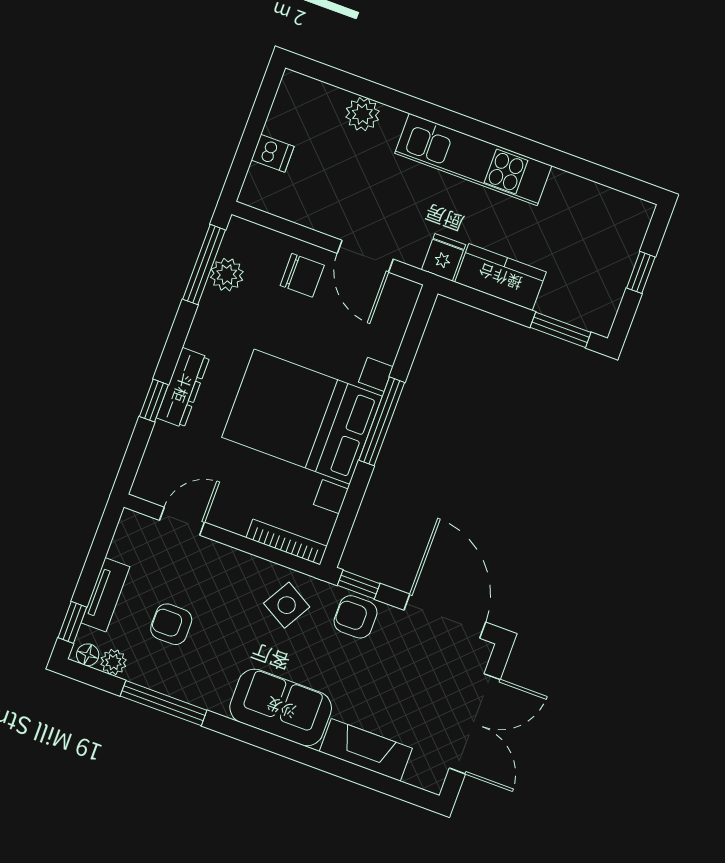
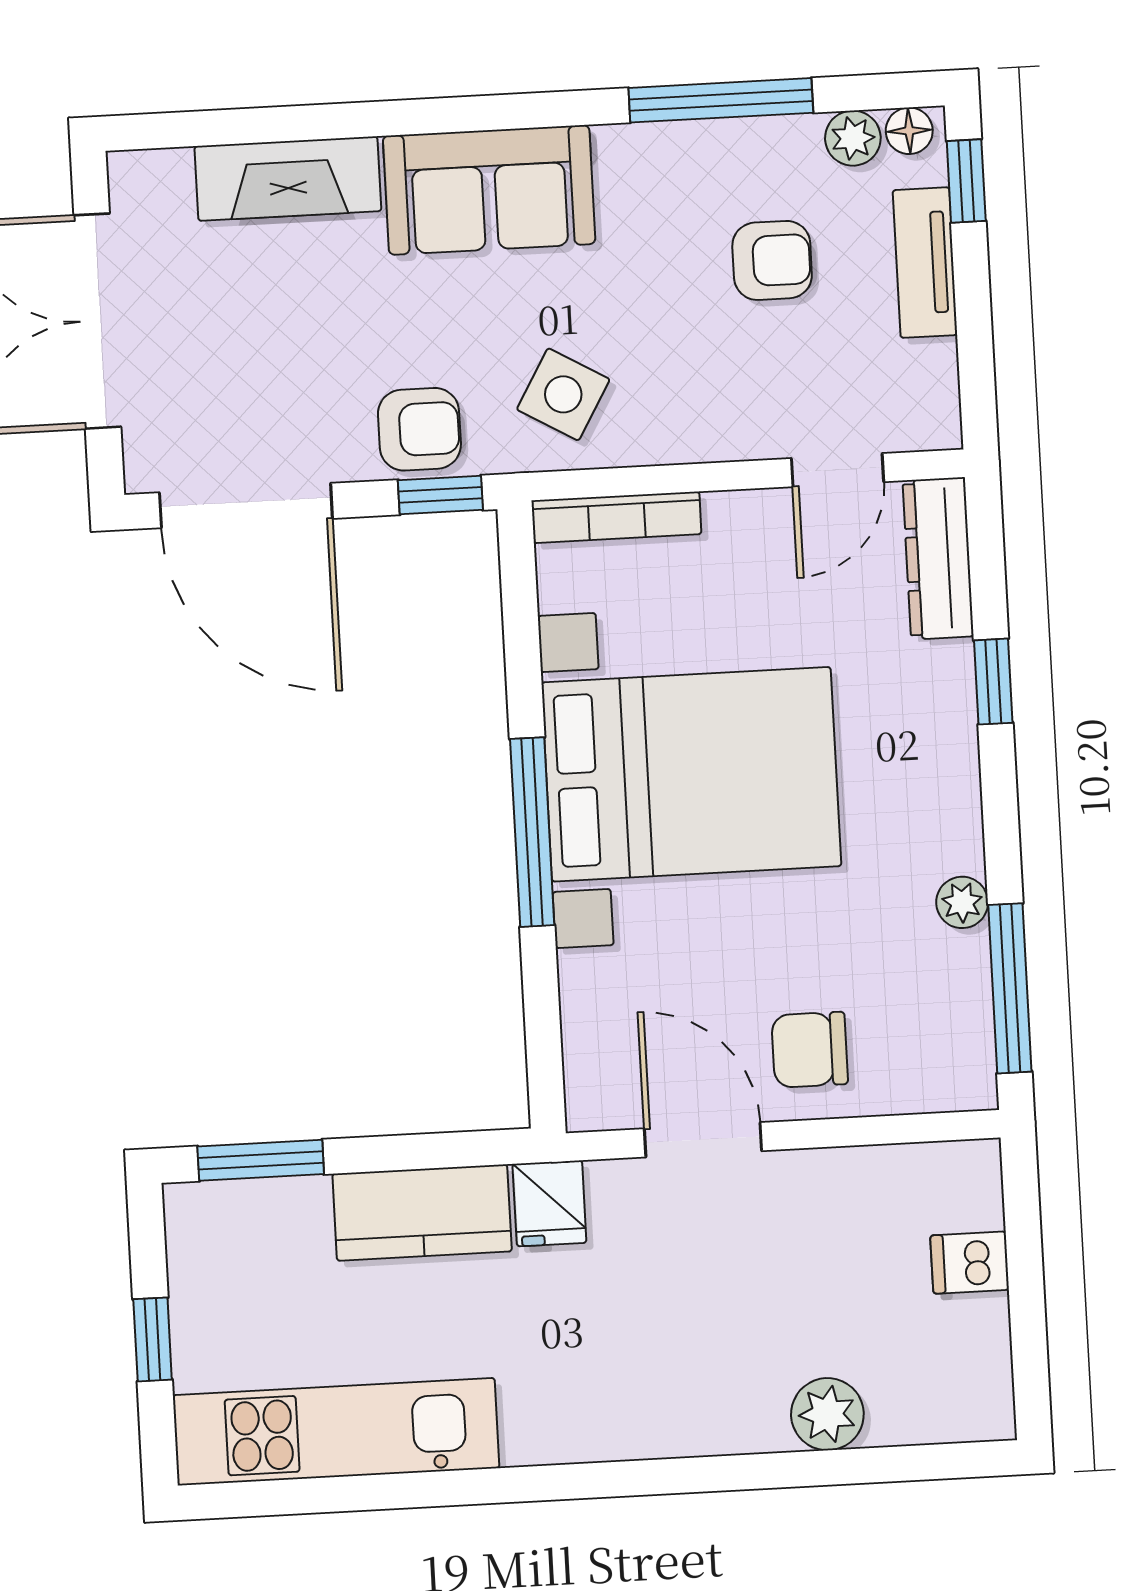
kitchen unit: (473, 159) -> (336, 1432), moved
plant: (227, 275) -> (962, 902), moved, width x0.73, depth x0.73
dresser: (183, 388) -> (938, 558), moved

